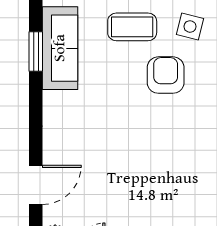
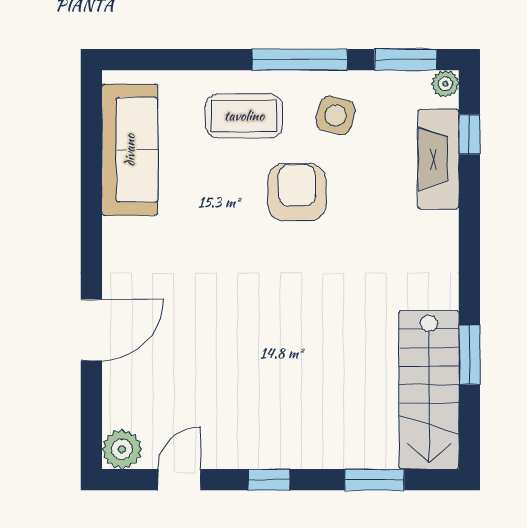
window: (36, 51) -> (91, 155), removed
door: (36, 185) -> (91, 330), moved

